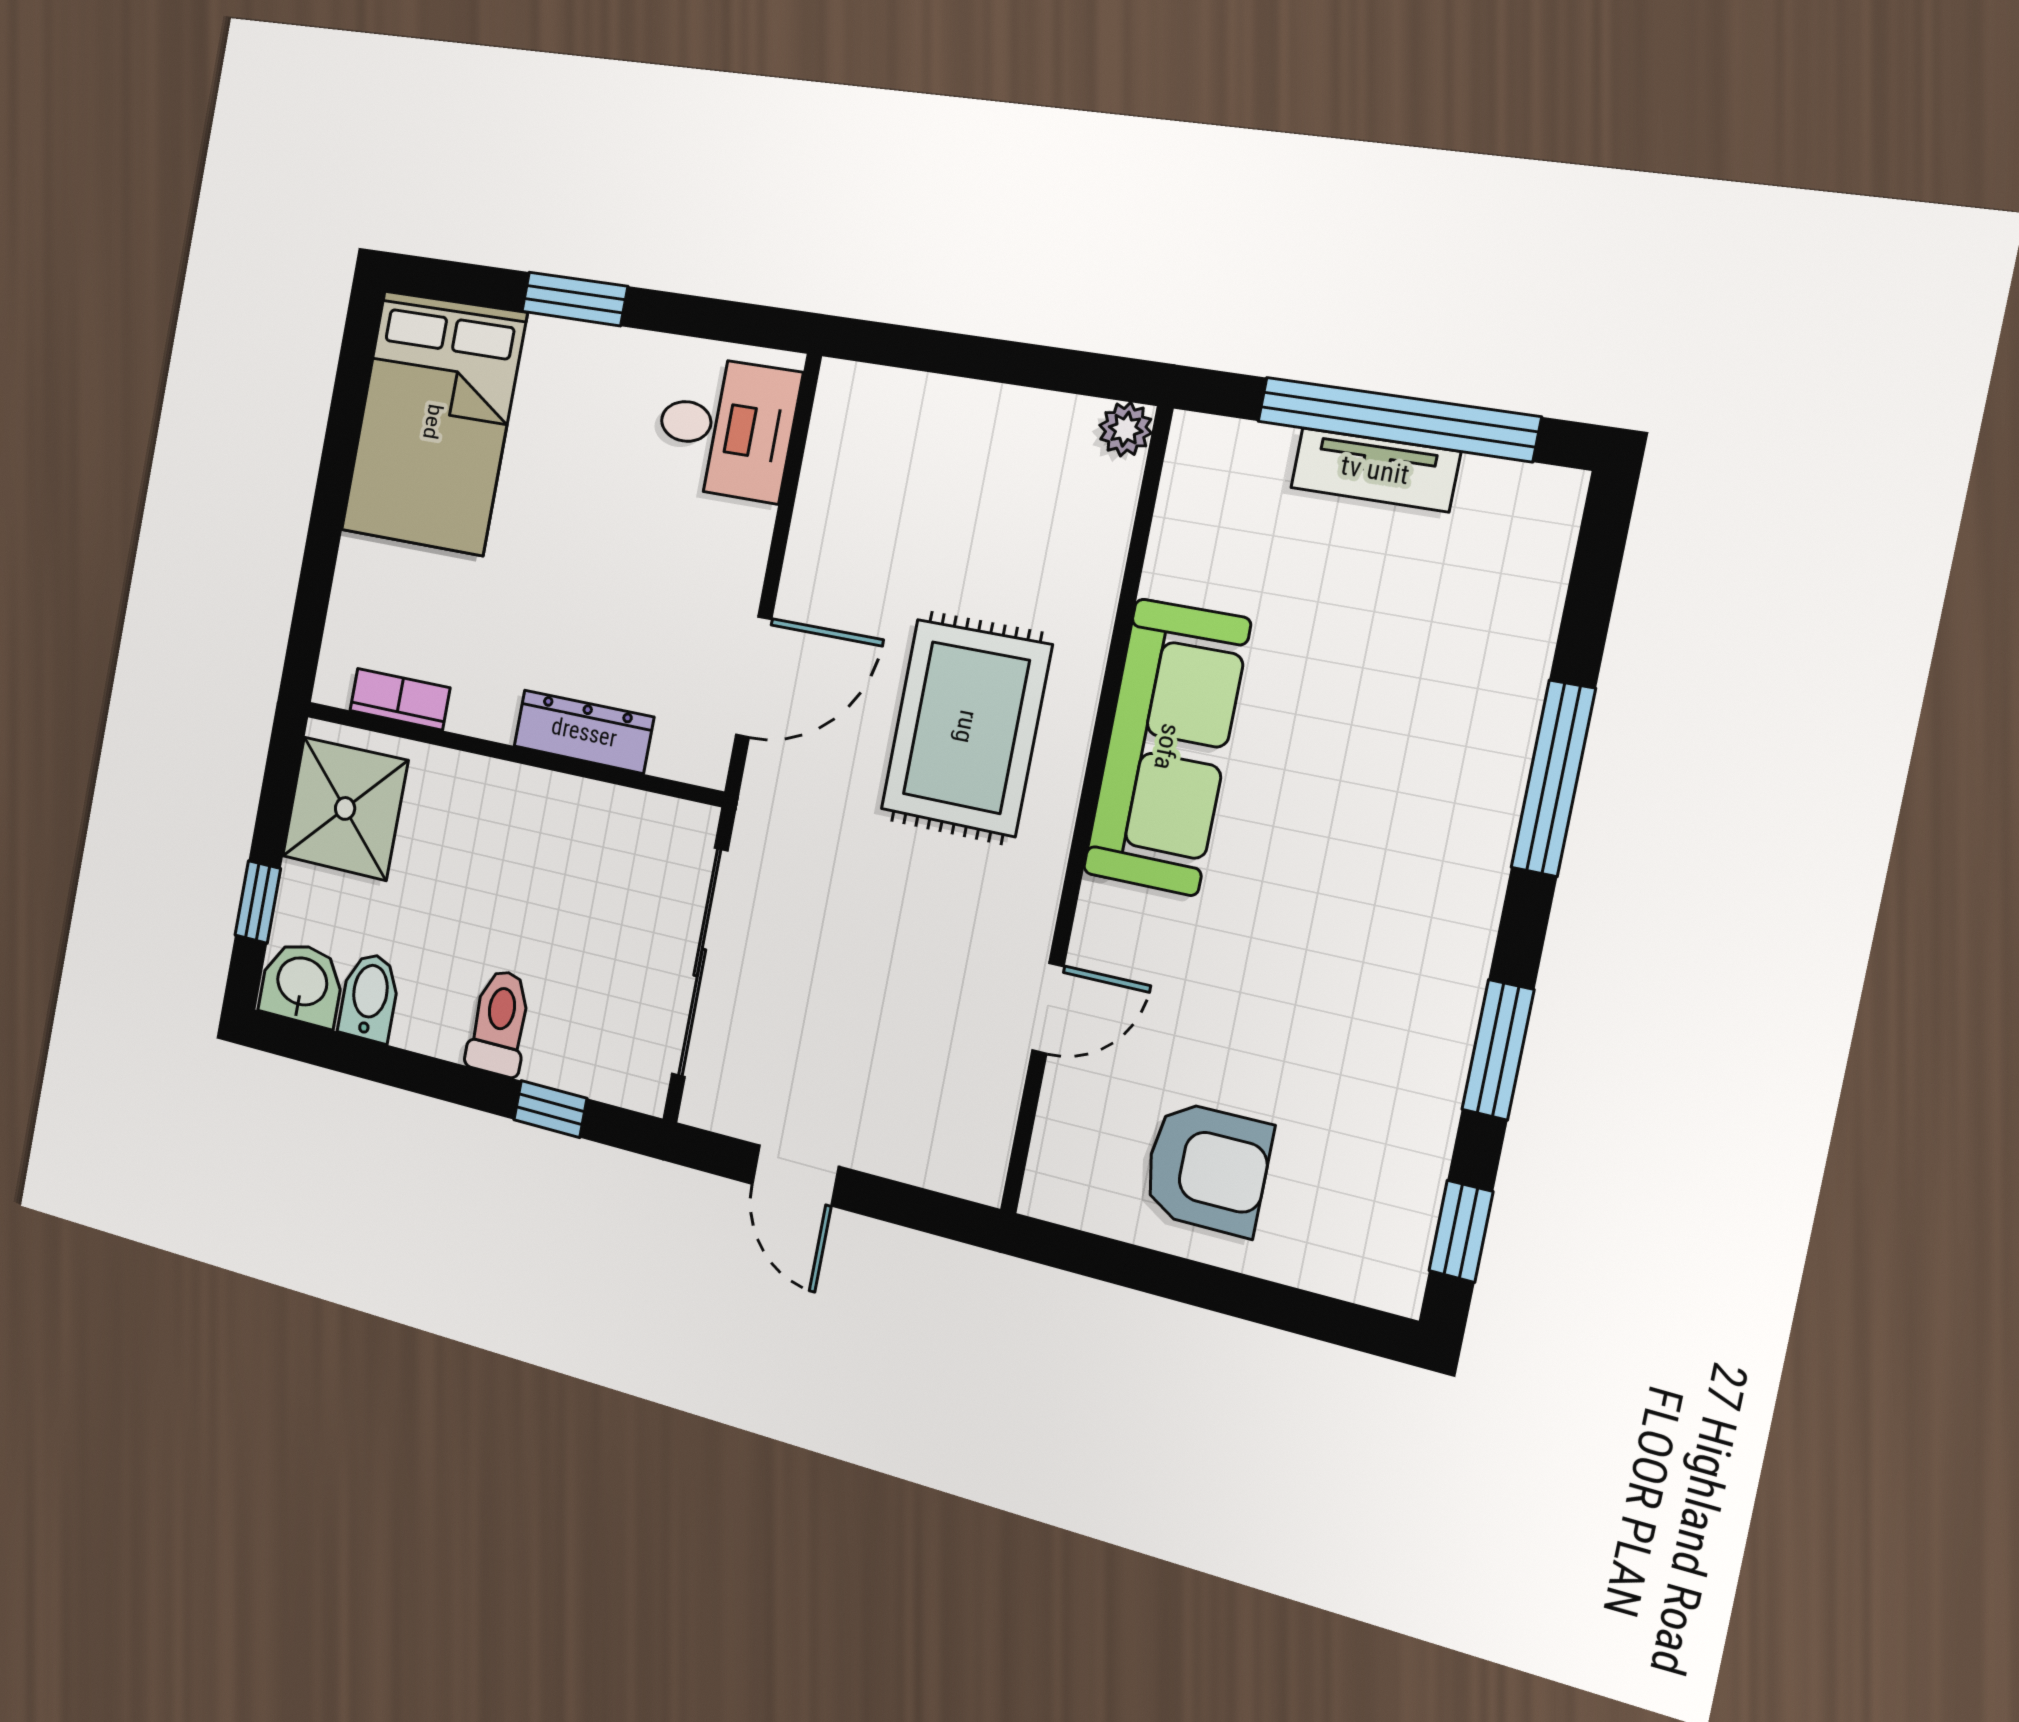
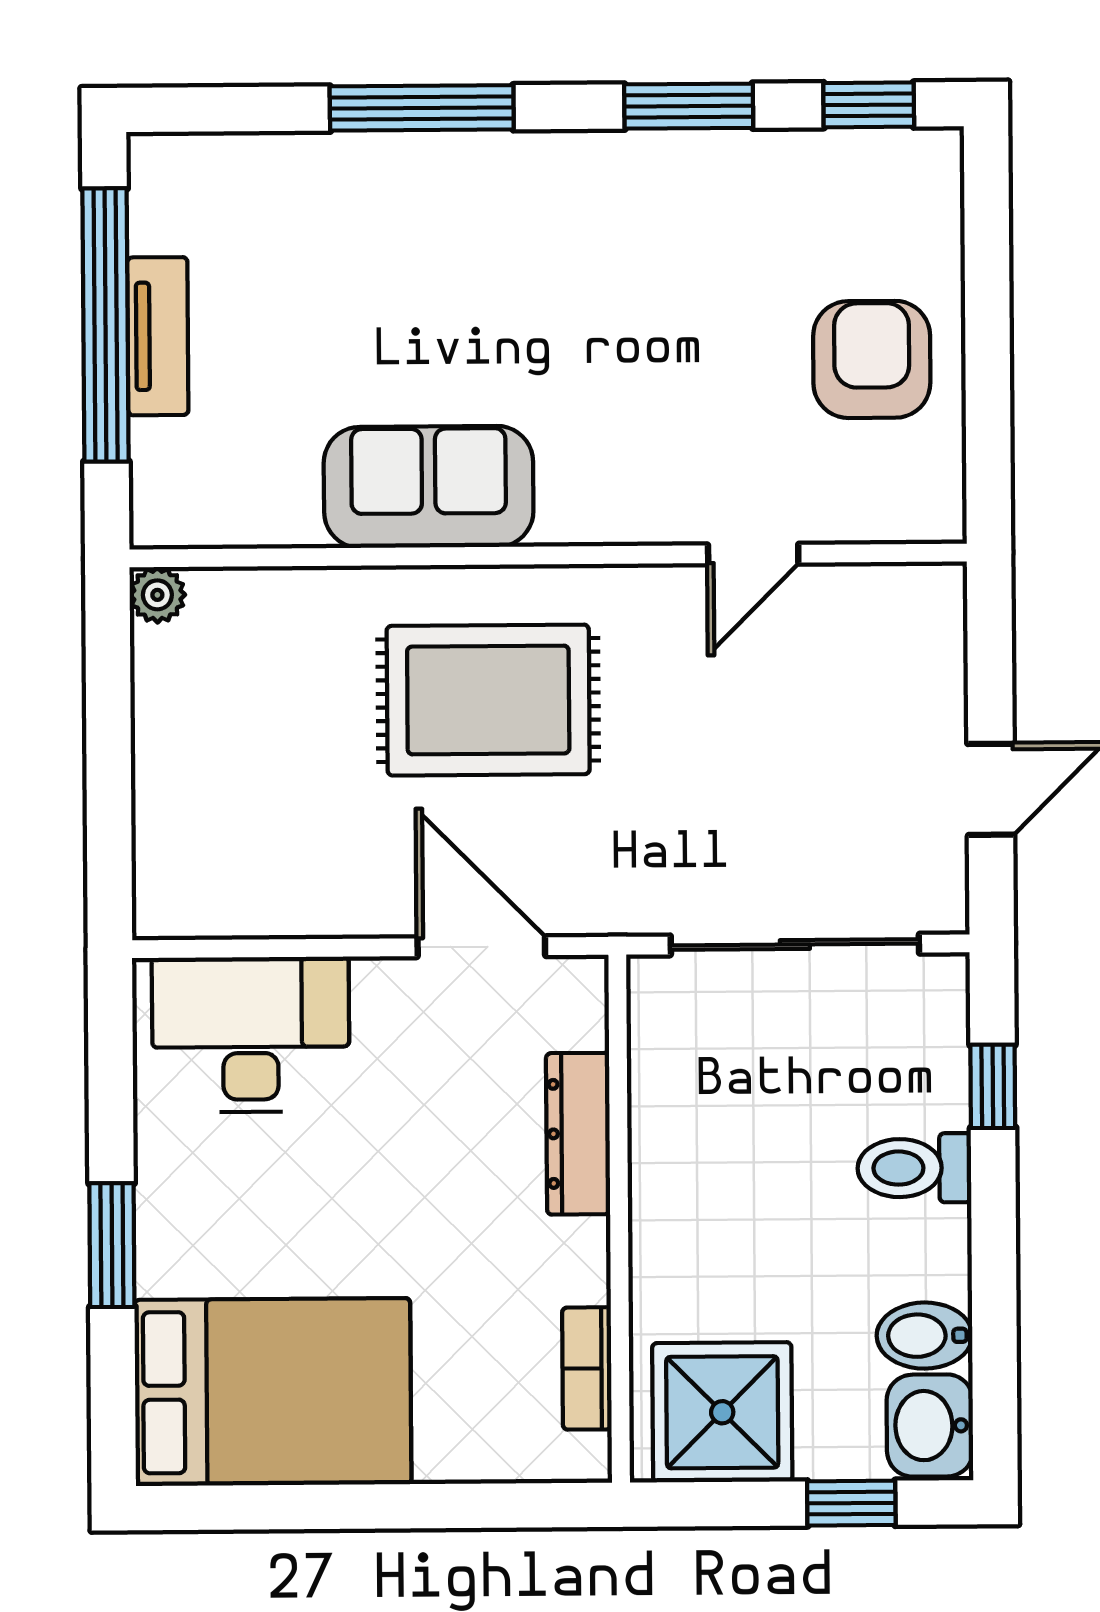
desk: (726, 428) -> (251, 1035), width x1.37
sofa: (1167, 747) -> (429, 487), width x0.73
door: (1048, 1008) -> (753, 554), swing flipped

